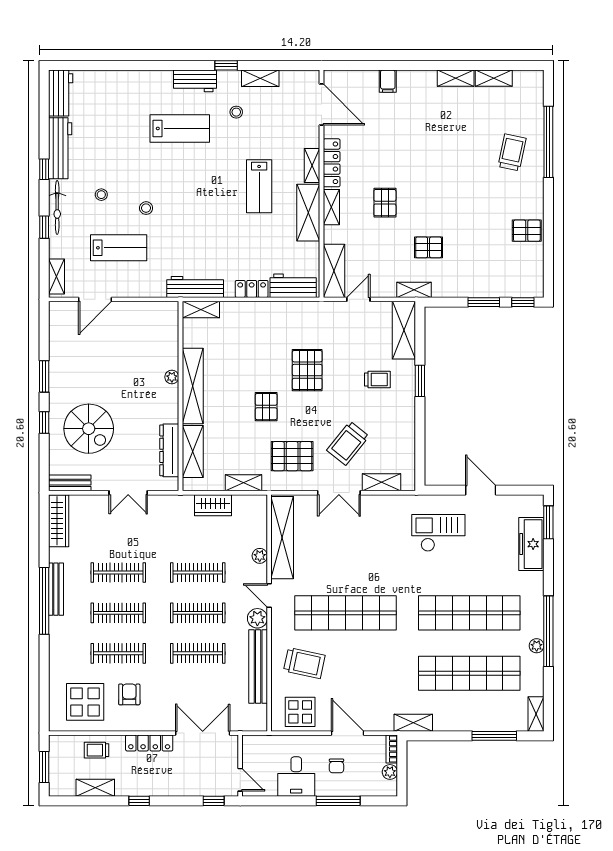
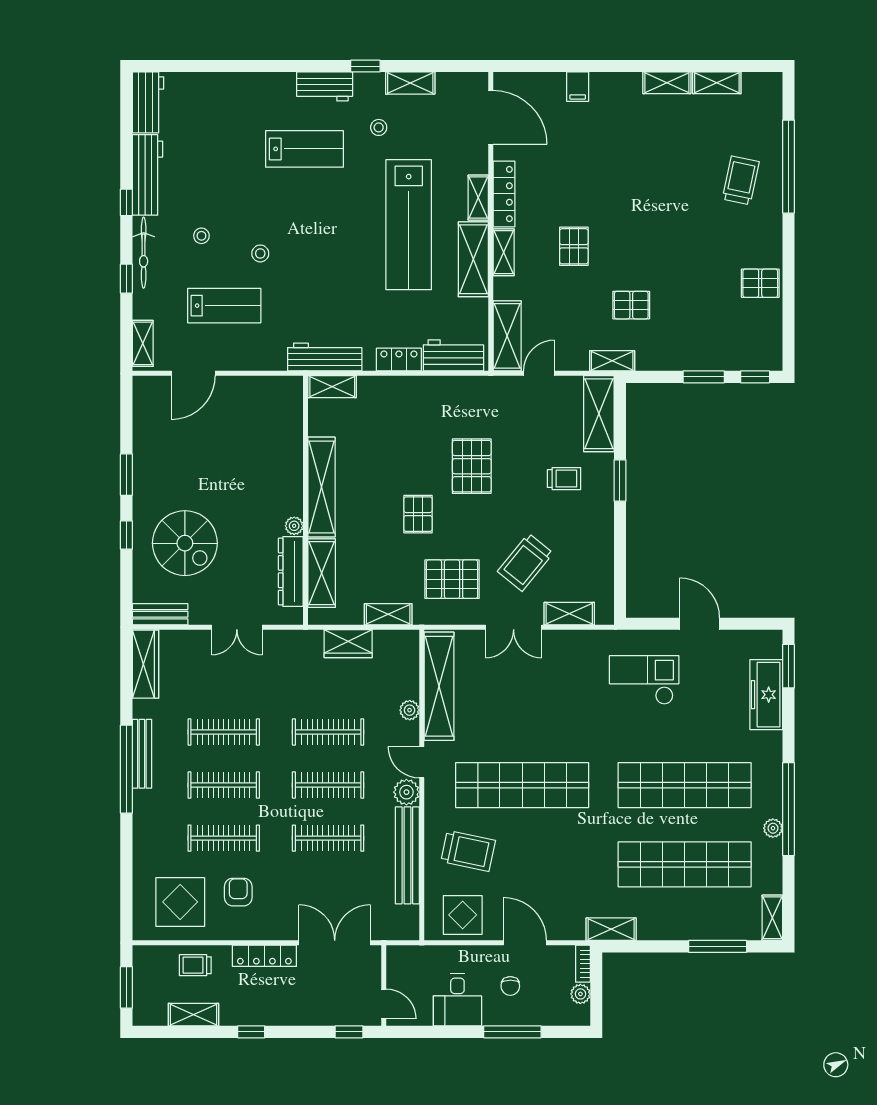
lab bench: (259, 186) -> (409, 225), width x1.86, depth x1.39
plant: (172, 377) -> (294, 526), moved

